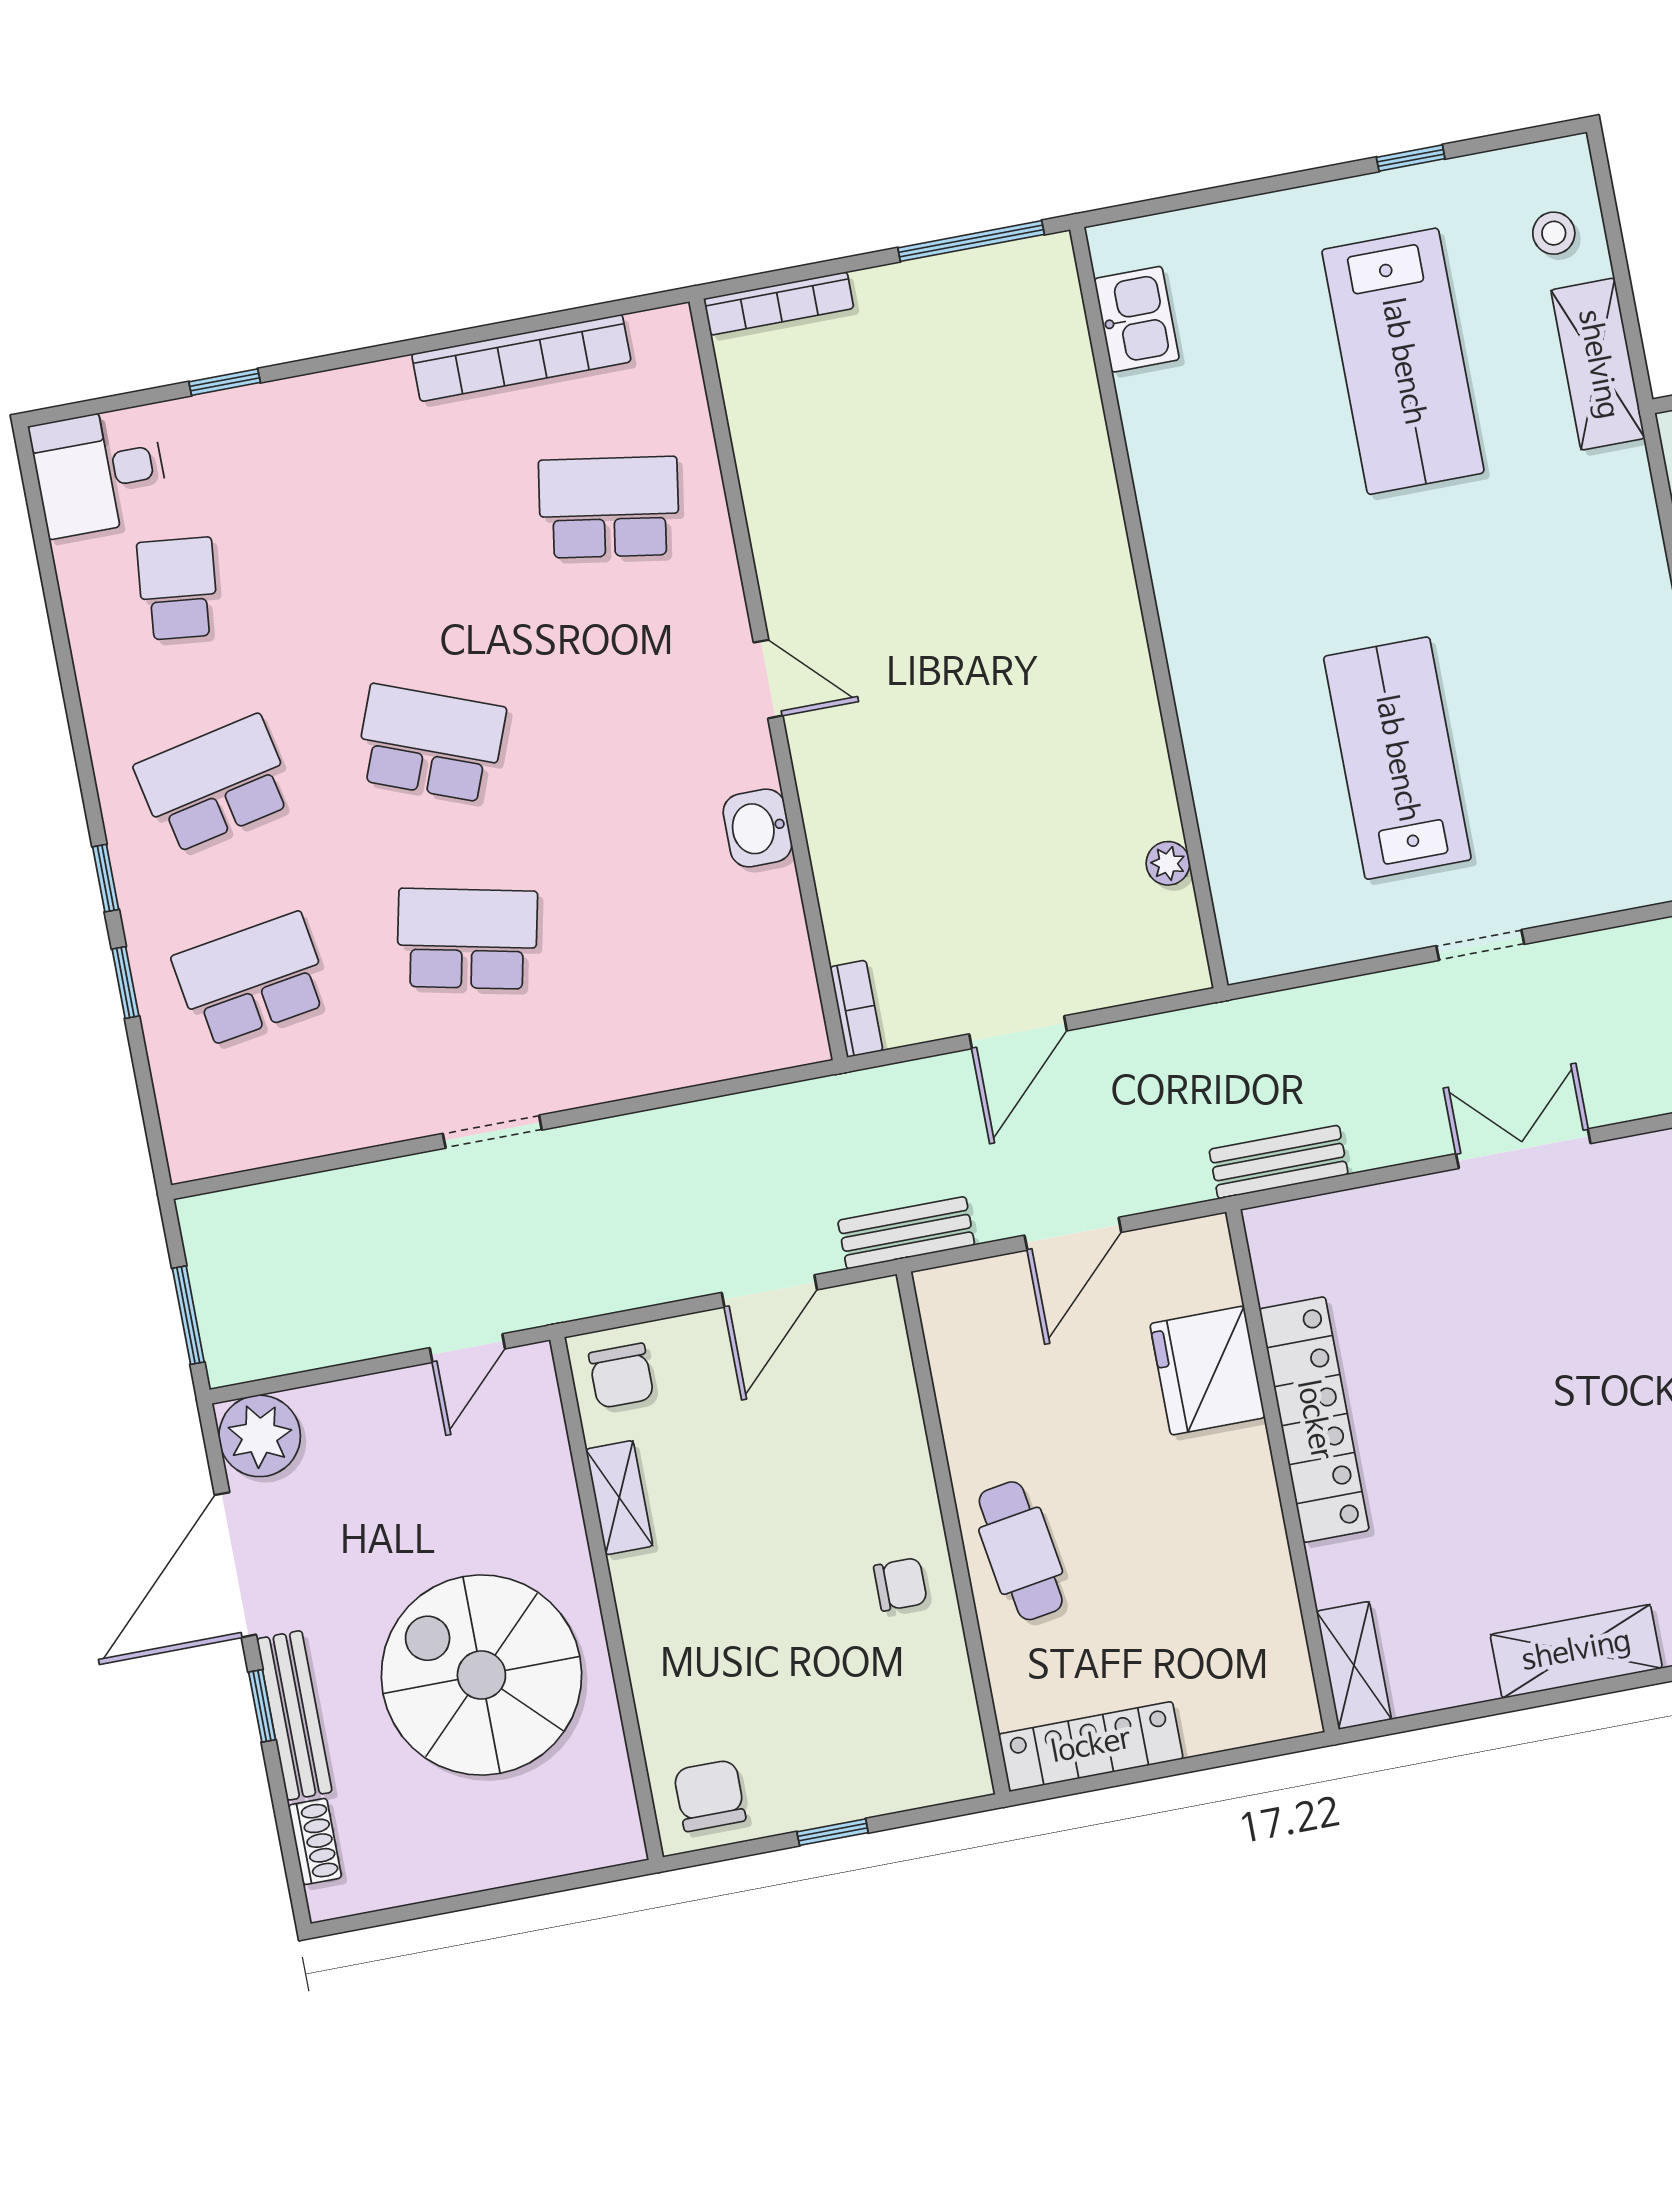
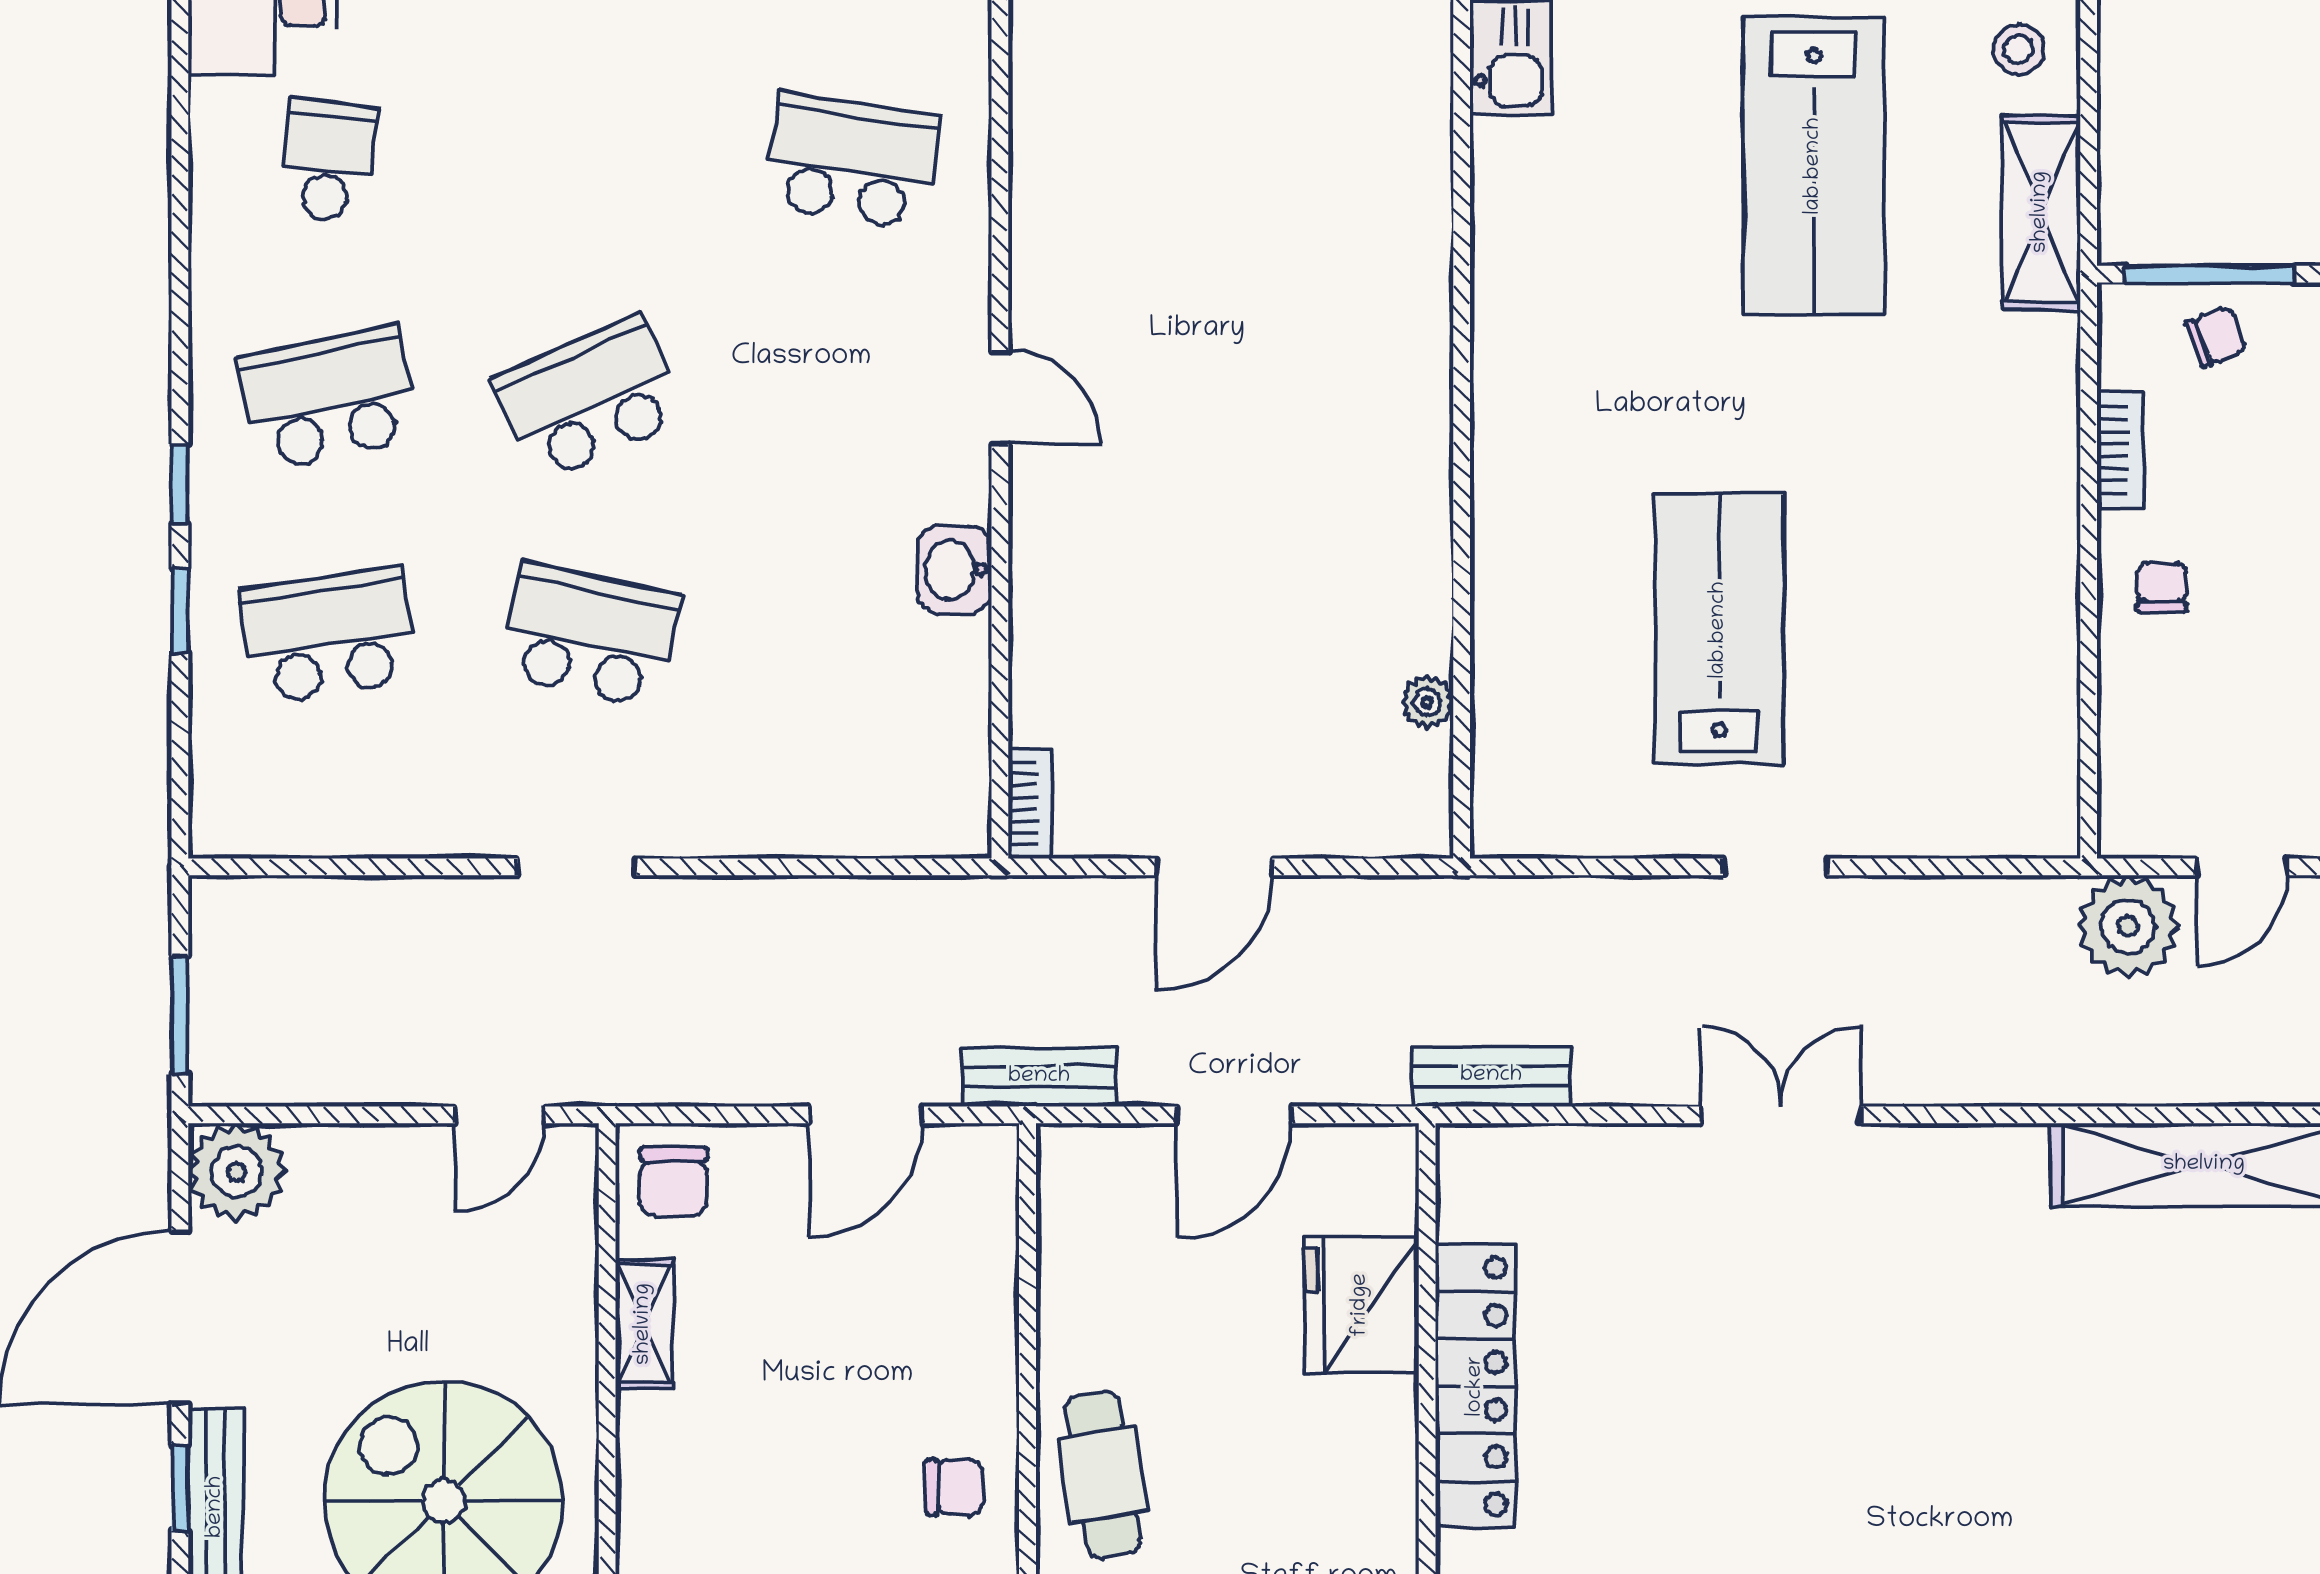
school desk: (430, 743) -> (590, 398), turned -45

